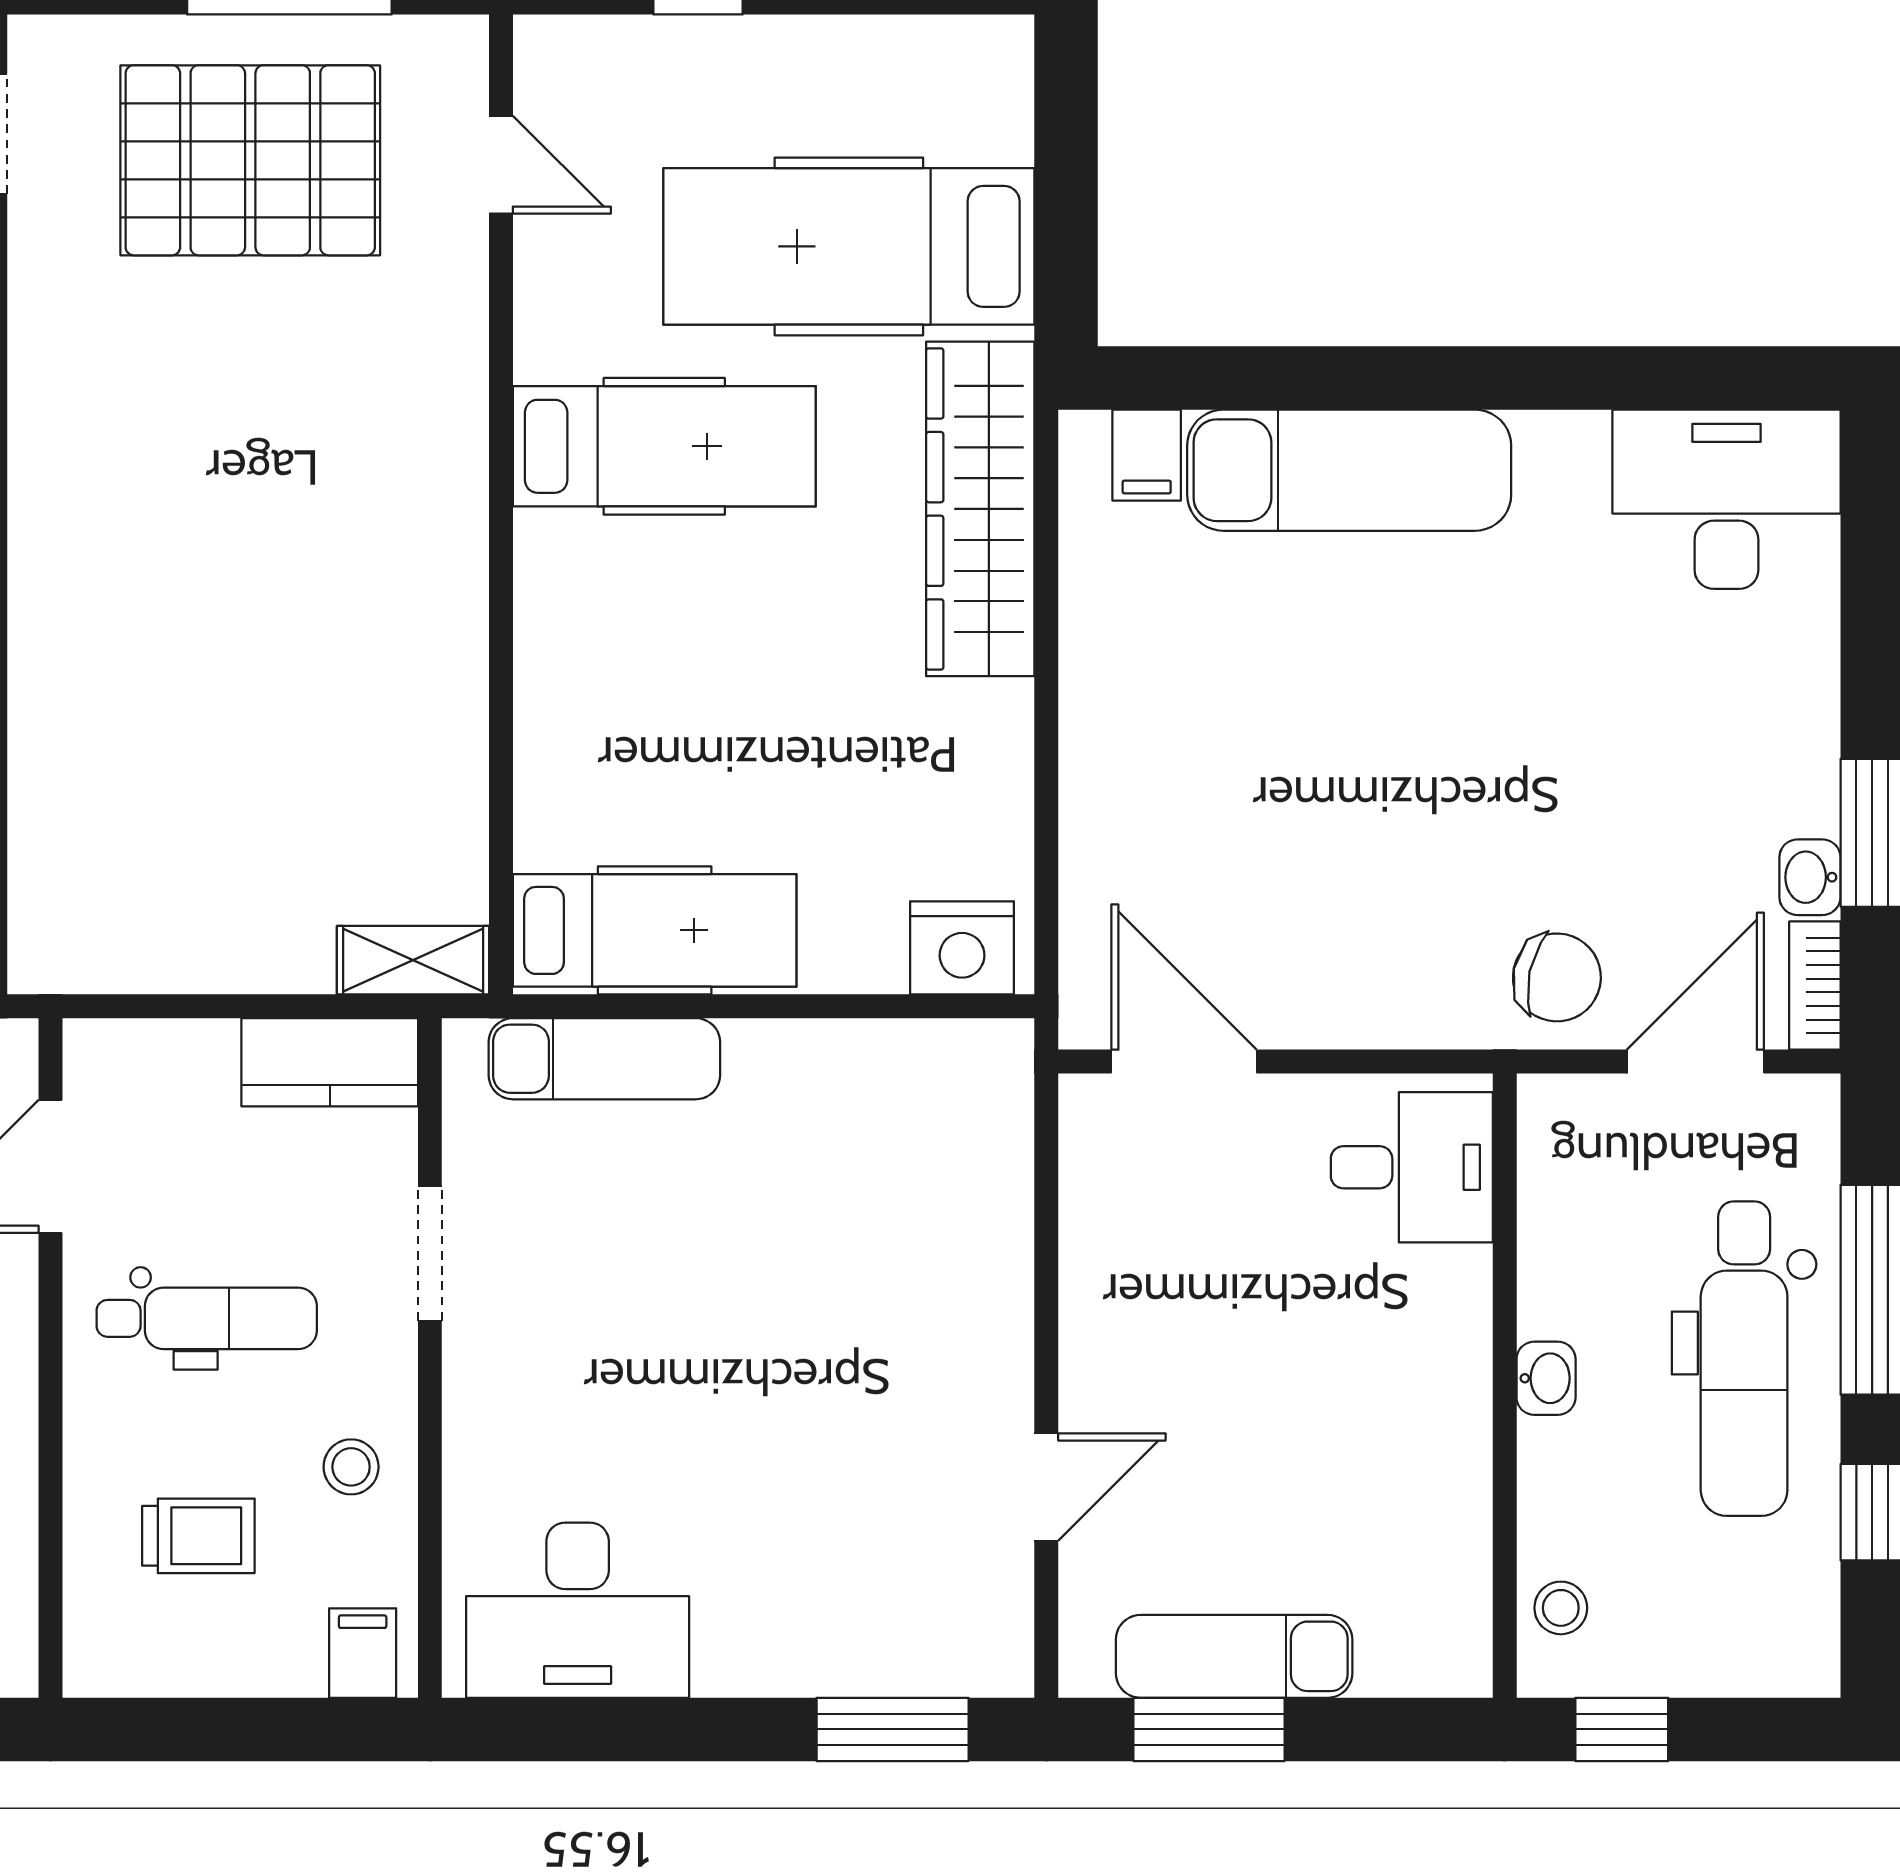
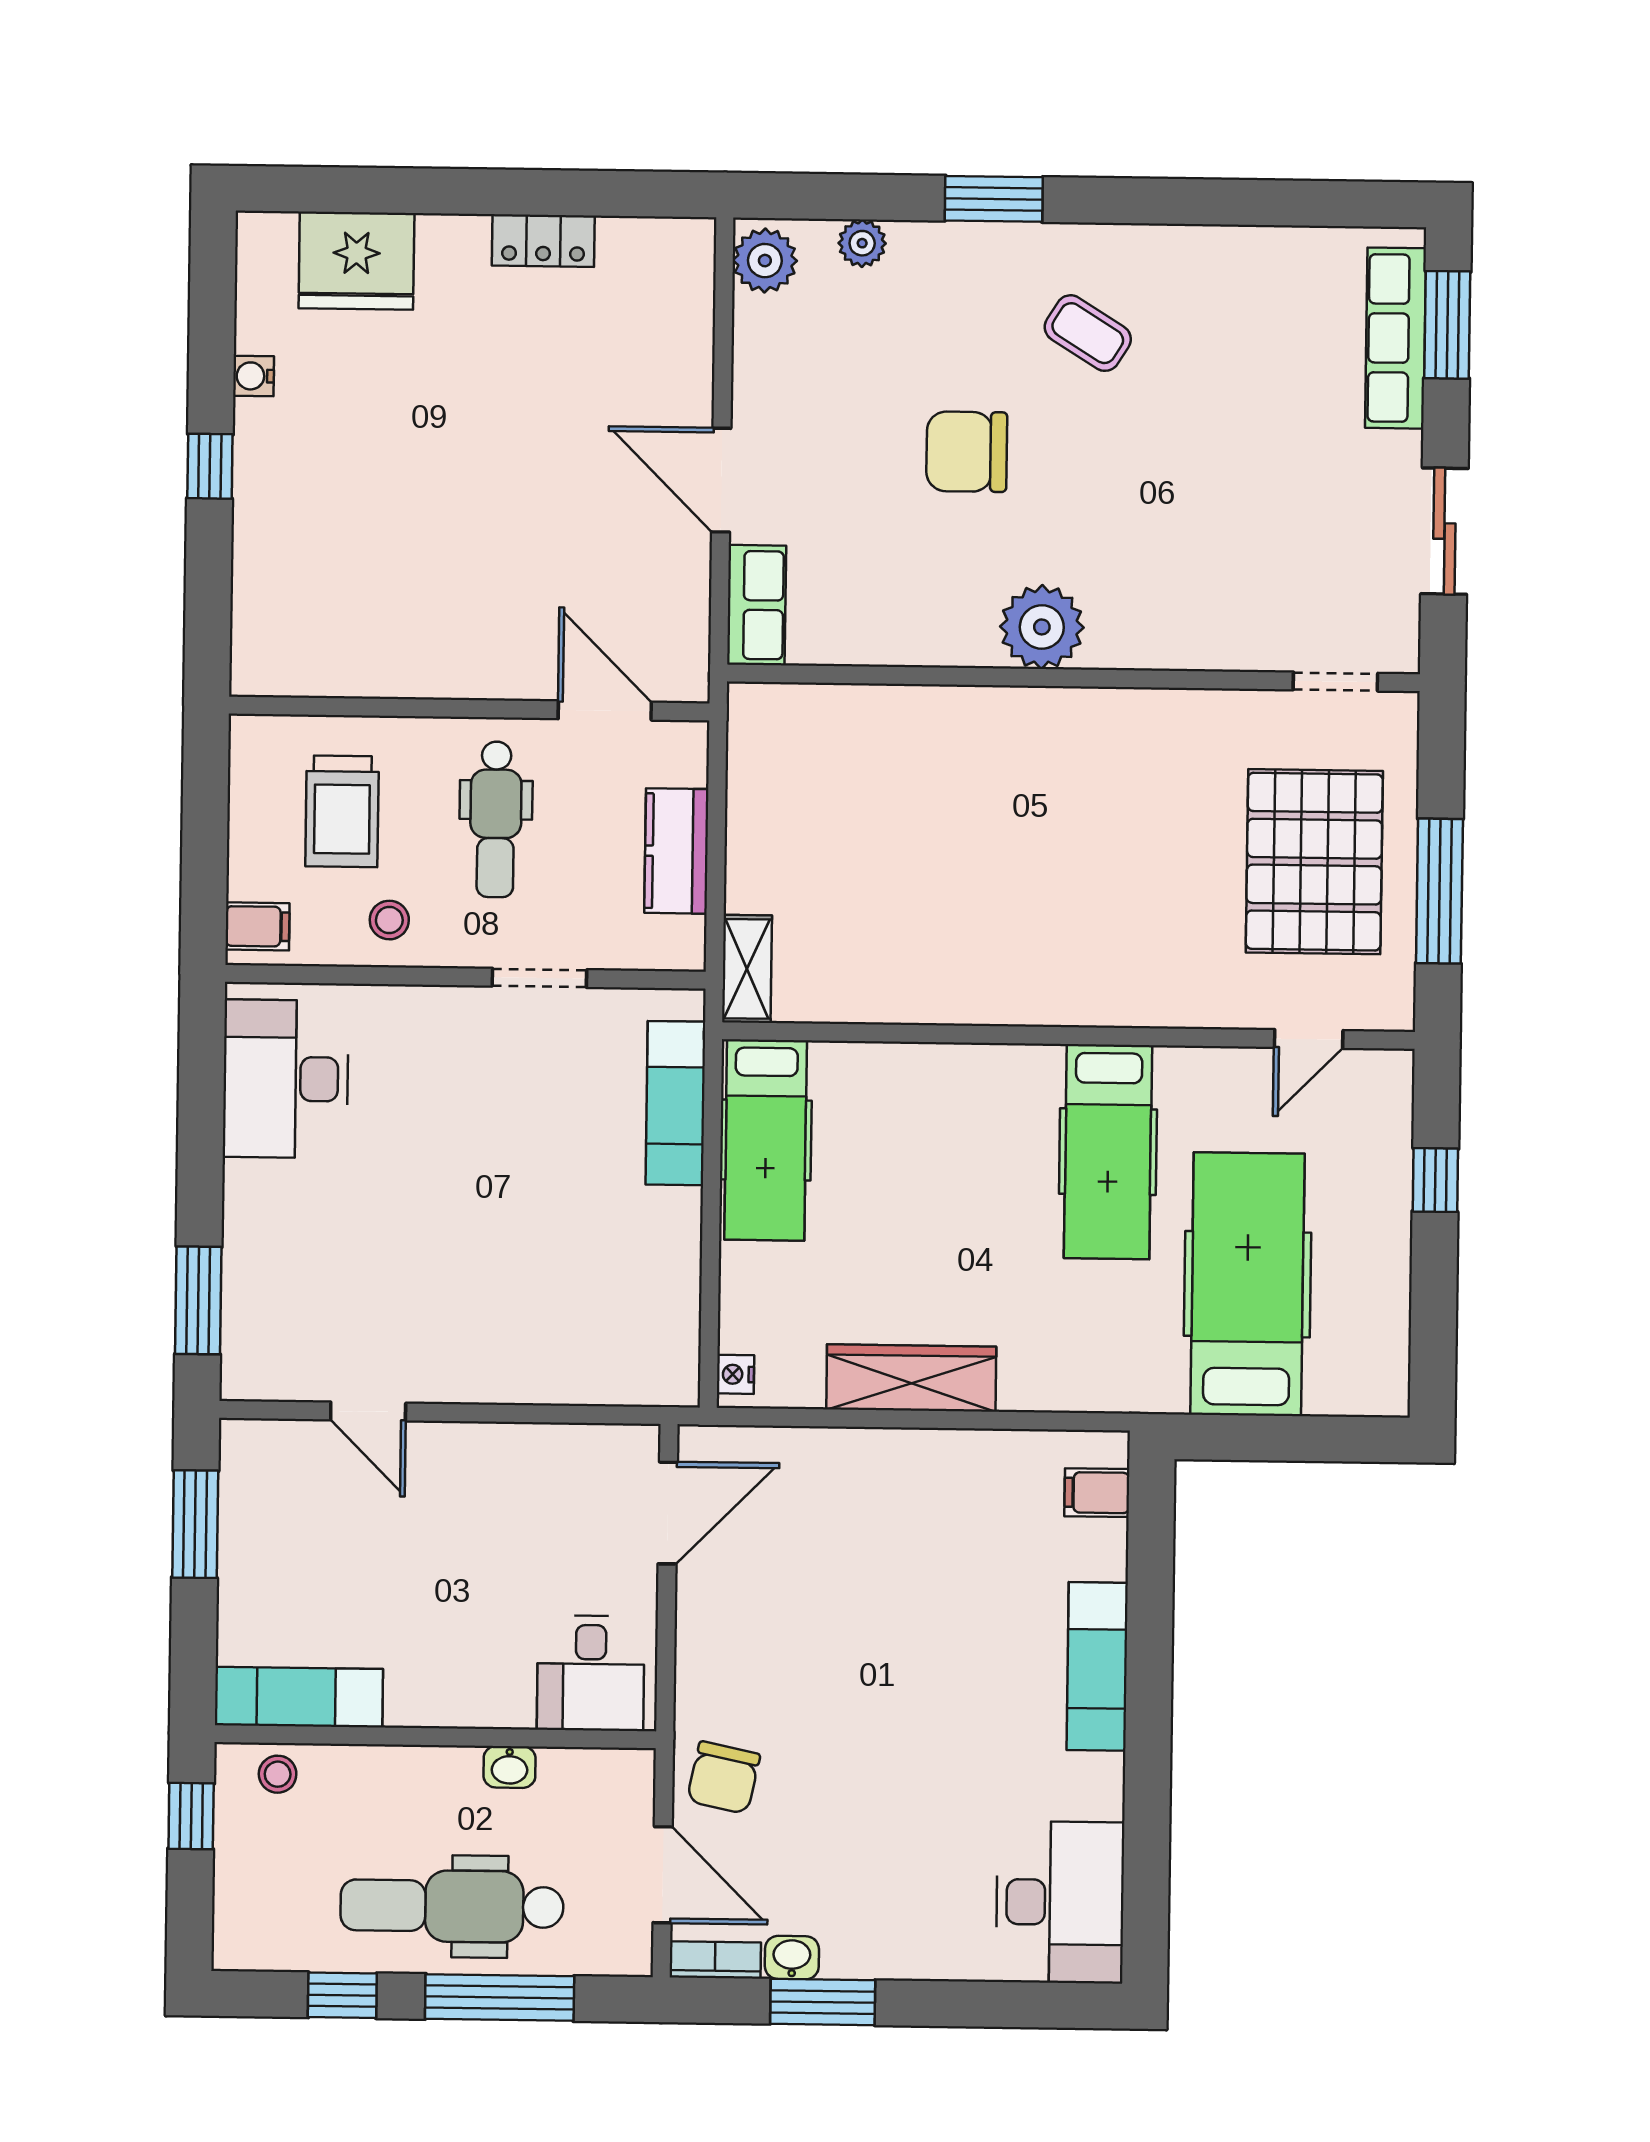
exam couch: (1349, 470) -> (1097, 1666), width x0.73, depth x0.69
wardrobe: (980, 509) -> (911, 1378), moved, width x0.71, depth x0.85
nightstand: (962, 948) -> (735, 1374), width x0.53, depth x0.56
kitchen counter: (330, 1062) -> (676, 851), moved
washbasin: (1546, 1378) -> (509, 1767), moved
trolley: (198, 1536) -> (342, 811), width x1.36, depth x1.39
exam couch: (1234, 1656) -> (299, 1697), moved, turned -90

